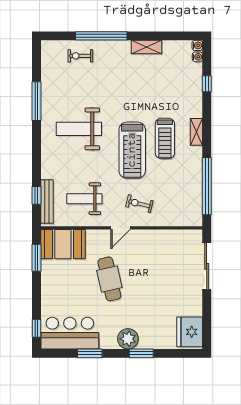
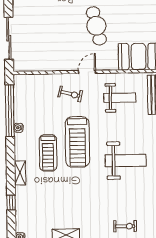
water cooler: (197, 57) -> (18, 128), moved
shelving: (196, 132) -> (20, 173), moved
treadmill: (165, 138) -> (48, 153), turned 180
treadmill: (132, 150) -> (77, 142), turned 180

